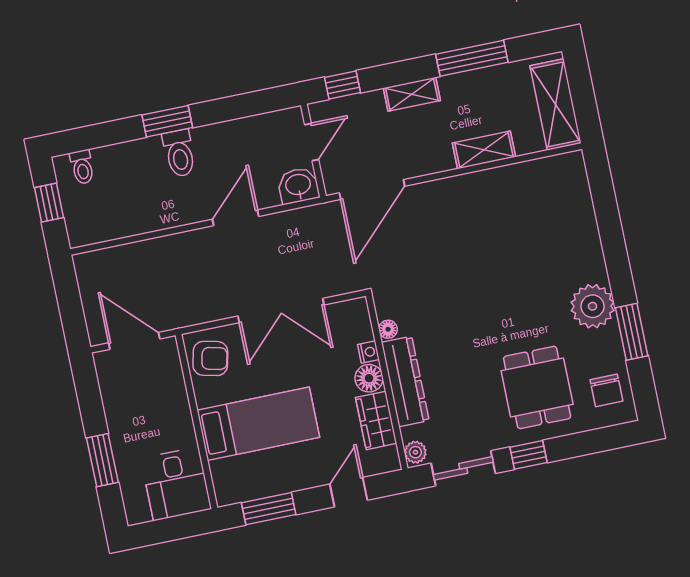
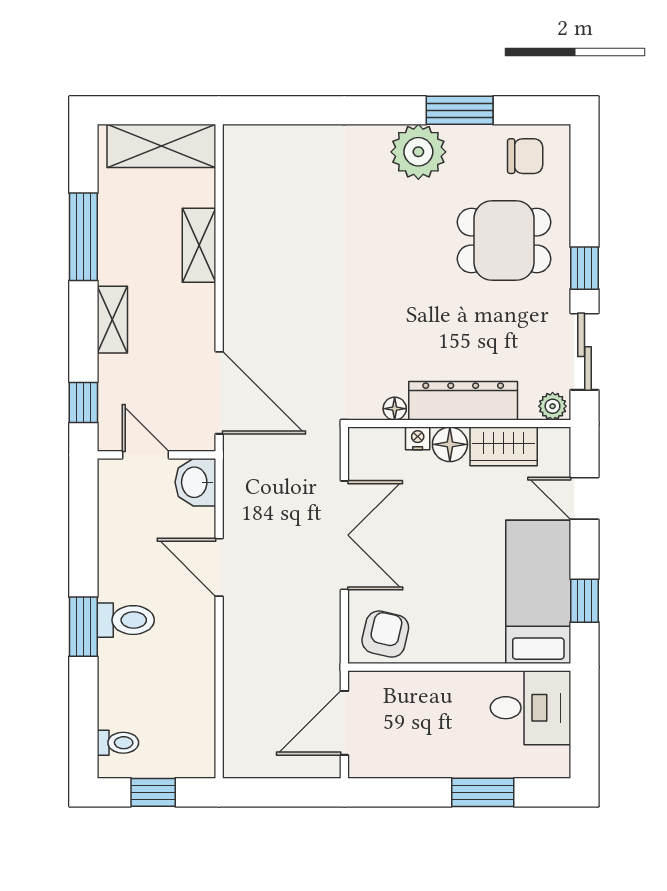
bed: (258, 424) -> (538, 592), moved
window: (269, 509) -> (585, 601), width x0.67

